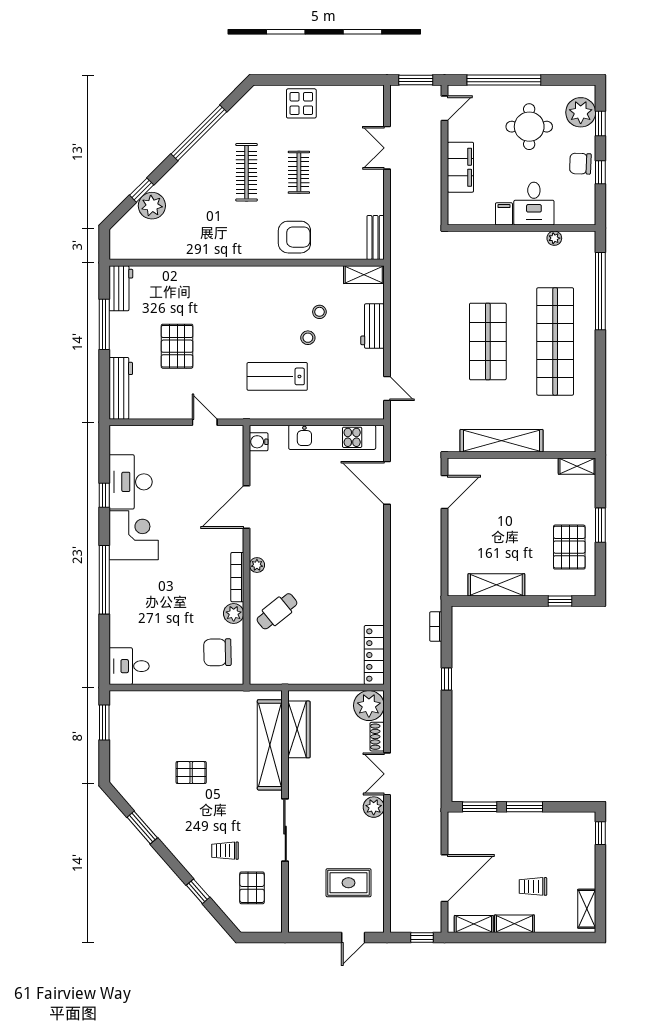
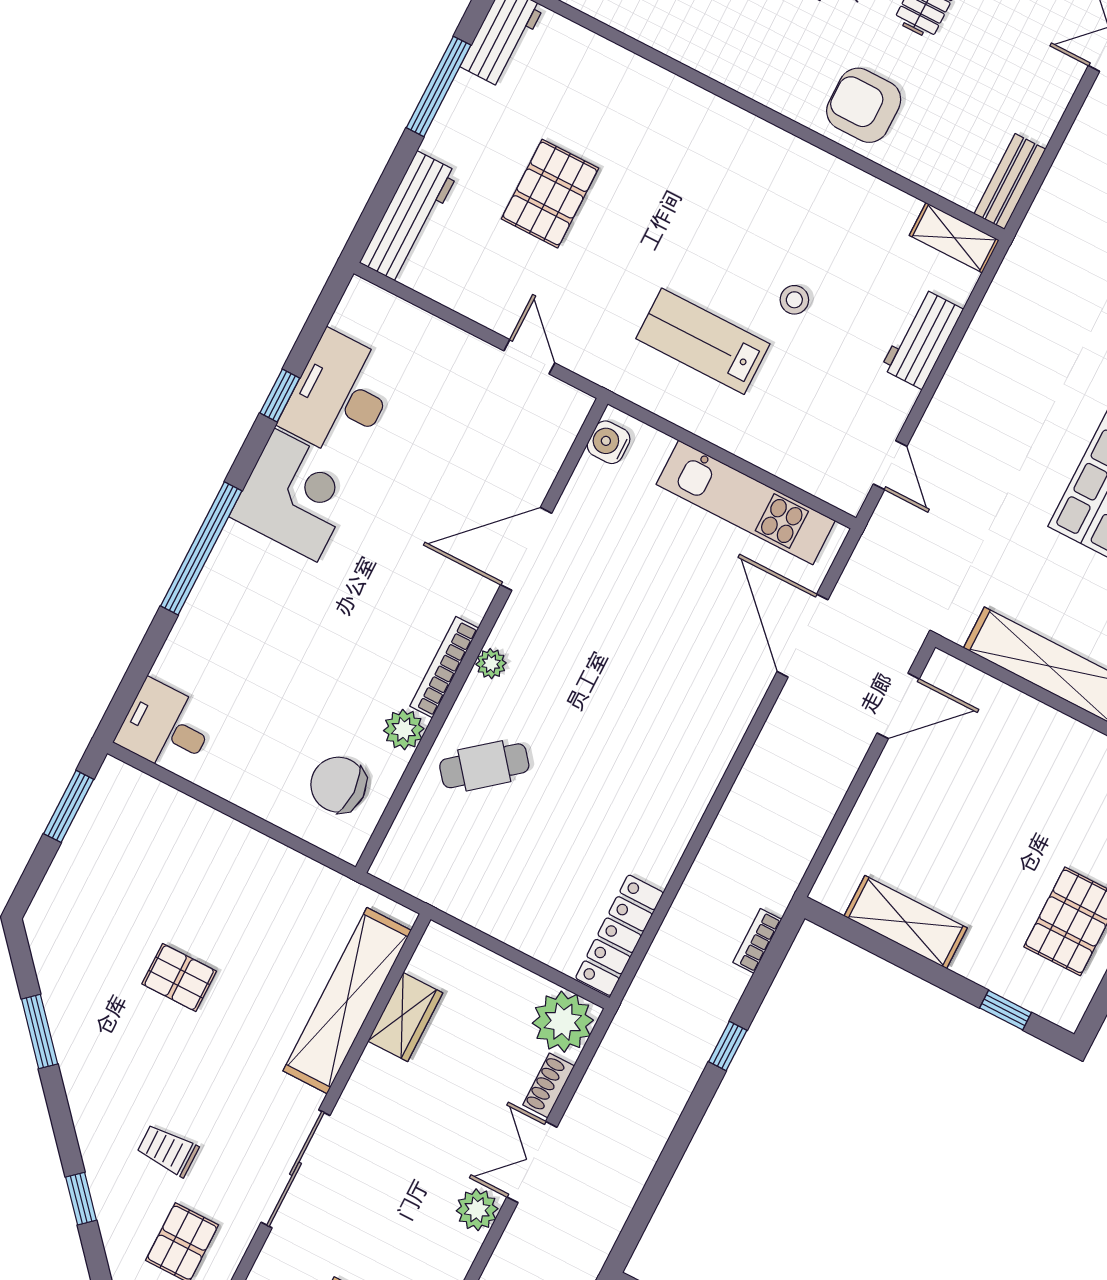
armchair: (294, 237) -> (864, 105), turned 180
stool: (319, 312) -> (839, 264), removed
wardrobe: (299, 729) -> (405, 1017), width x0.67

